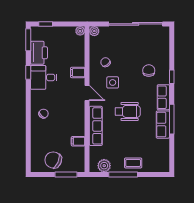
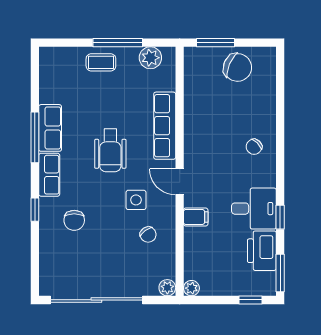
wheelchair: (128, 111) -> (110, 150), turned -90
filing cabinet: (78, 141) -> (195, 99), removed

